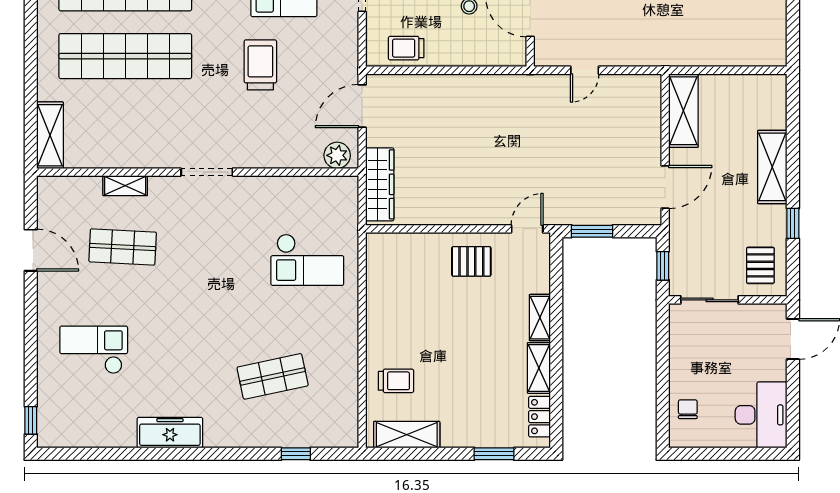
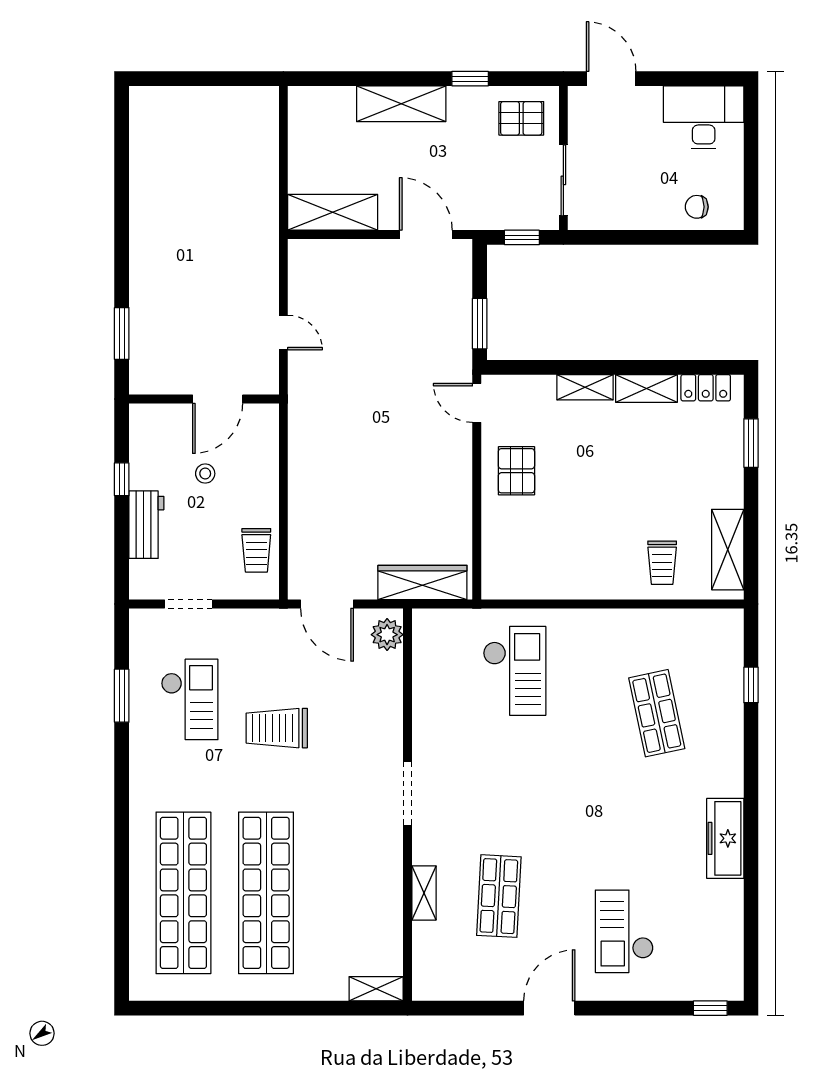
shelving: (50, 135) -> (376, 989), width x0.67, depth x0.75
door: (31, 250) -> (549, 1008), moved
trolley: (396, 381) -> (662, 563), turned 180

